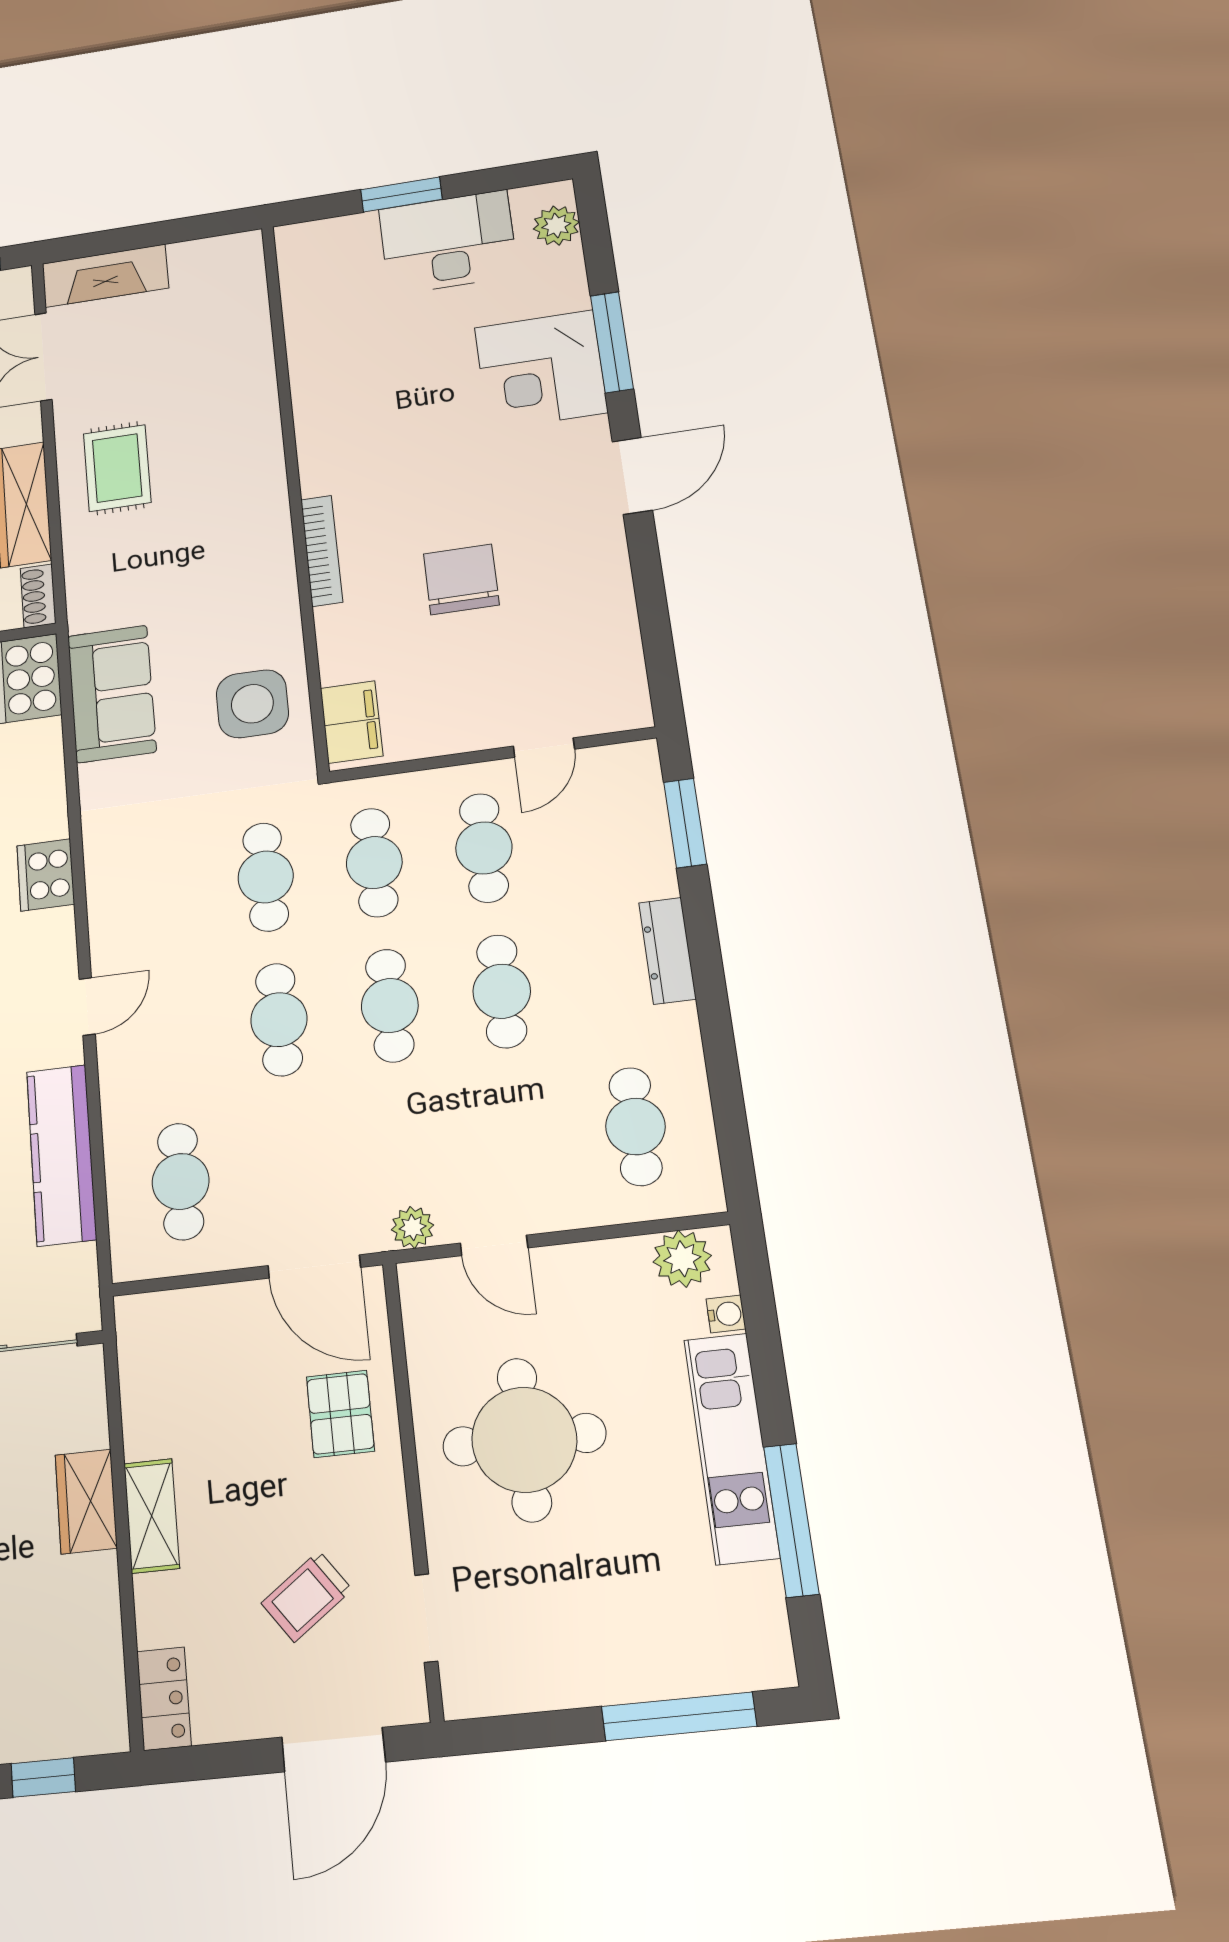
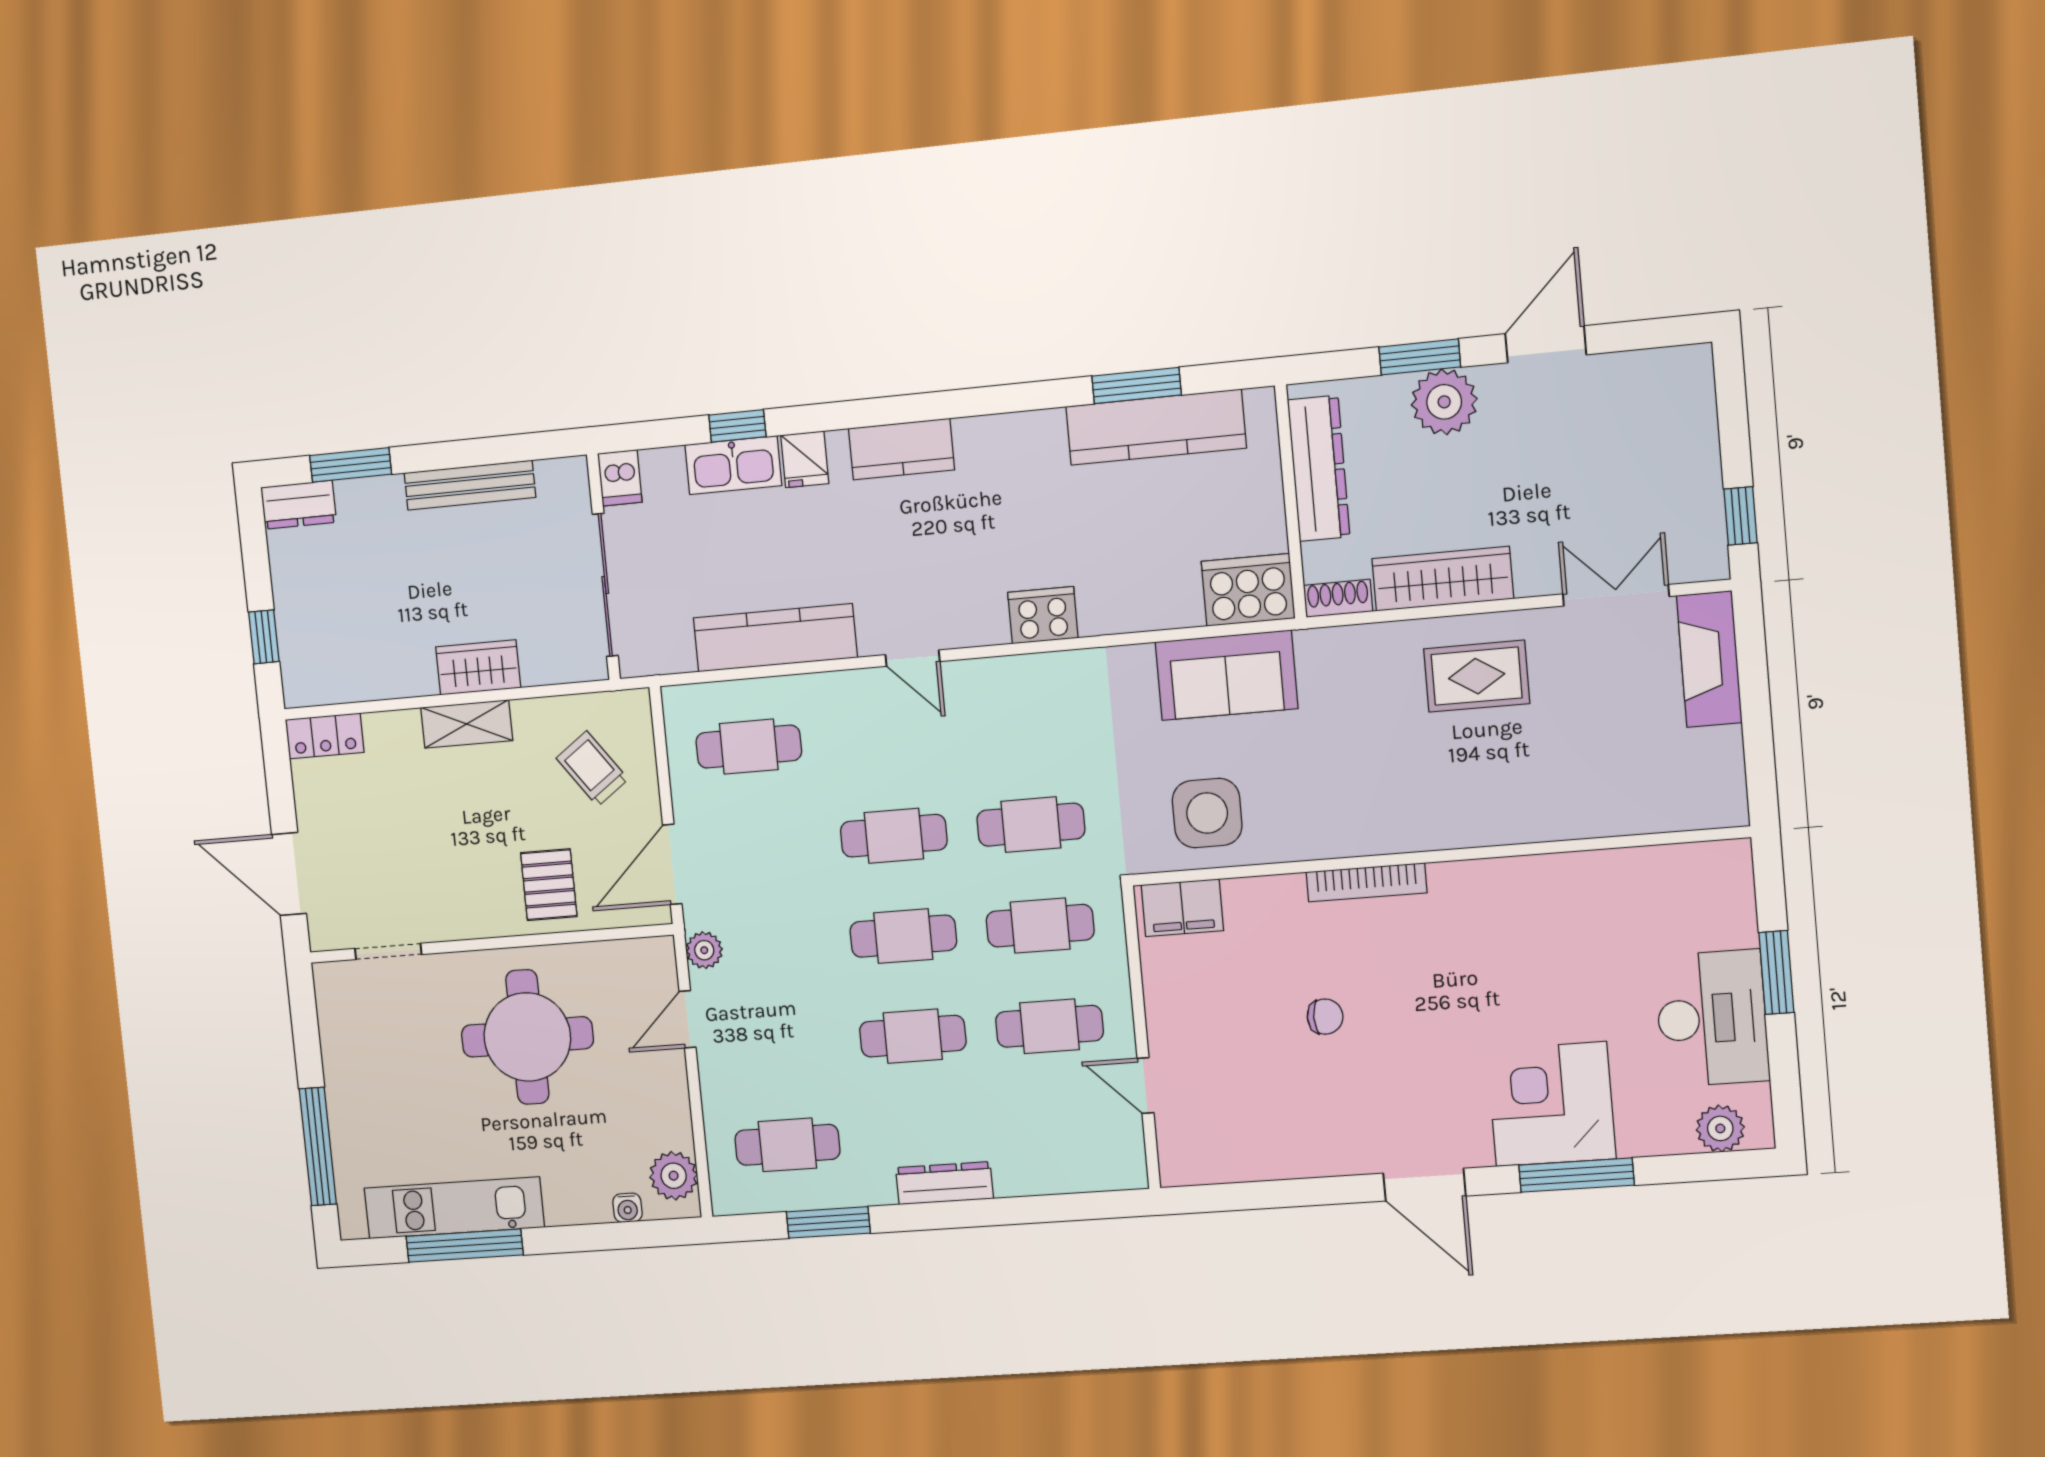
chair: (461, 579) -> (1325, 1017), width x0.54, depth x0.54
window: (685, 823) -> (828, 1222), moved
pallet: (340, 1414) -> (549, 885), turned 90
kitchen unit: (731, 1448) -> (454, 1208), moved
trolley: (307, 1596) -> (592, 769), moved

